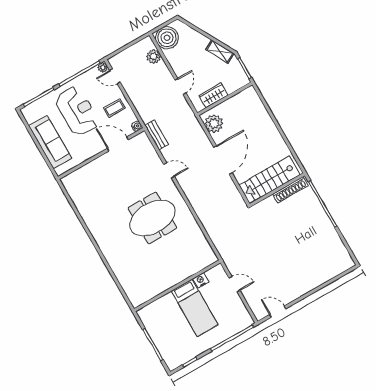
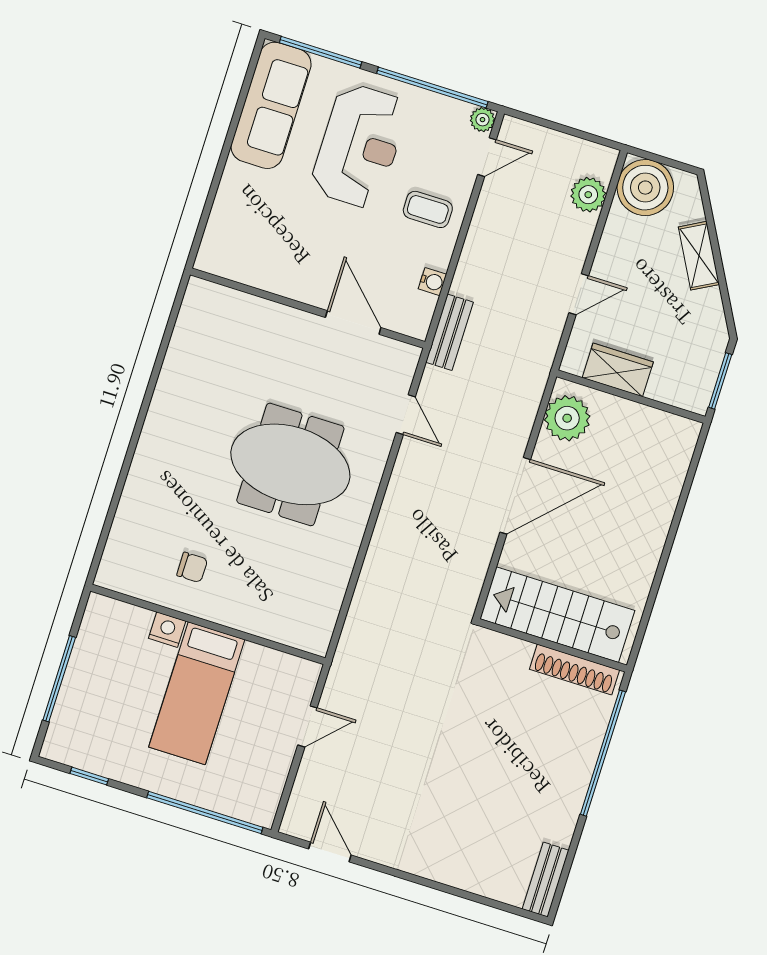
shelving: (220, 51) -> (699, 256), moved
door: (115, 76) -> (487, 157), swing flipped
sofa: (50, 142) -> (271, 105), moved
door: (118, 144) -> (353, 323), moved
wall: (101, 154) -> (308, 308), moved
bench: (344, 255) -> (545, 880), added
chair: (156, 275) -> (192, 567), added
nightstand: (201, 280) -> (167, 630), moved
door: (234, 284) -> (307, 726), hinge flipped

